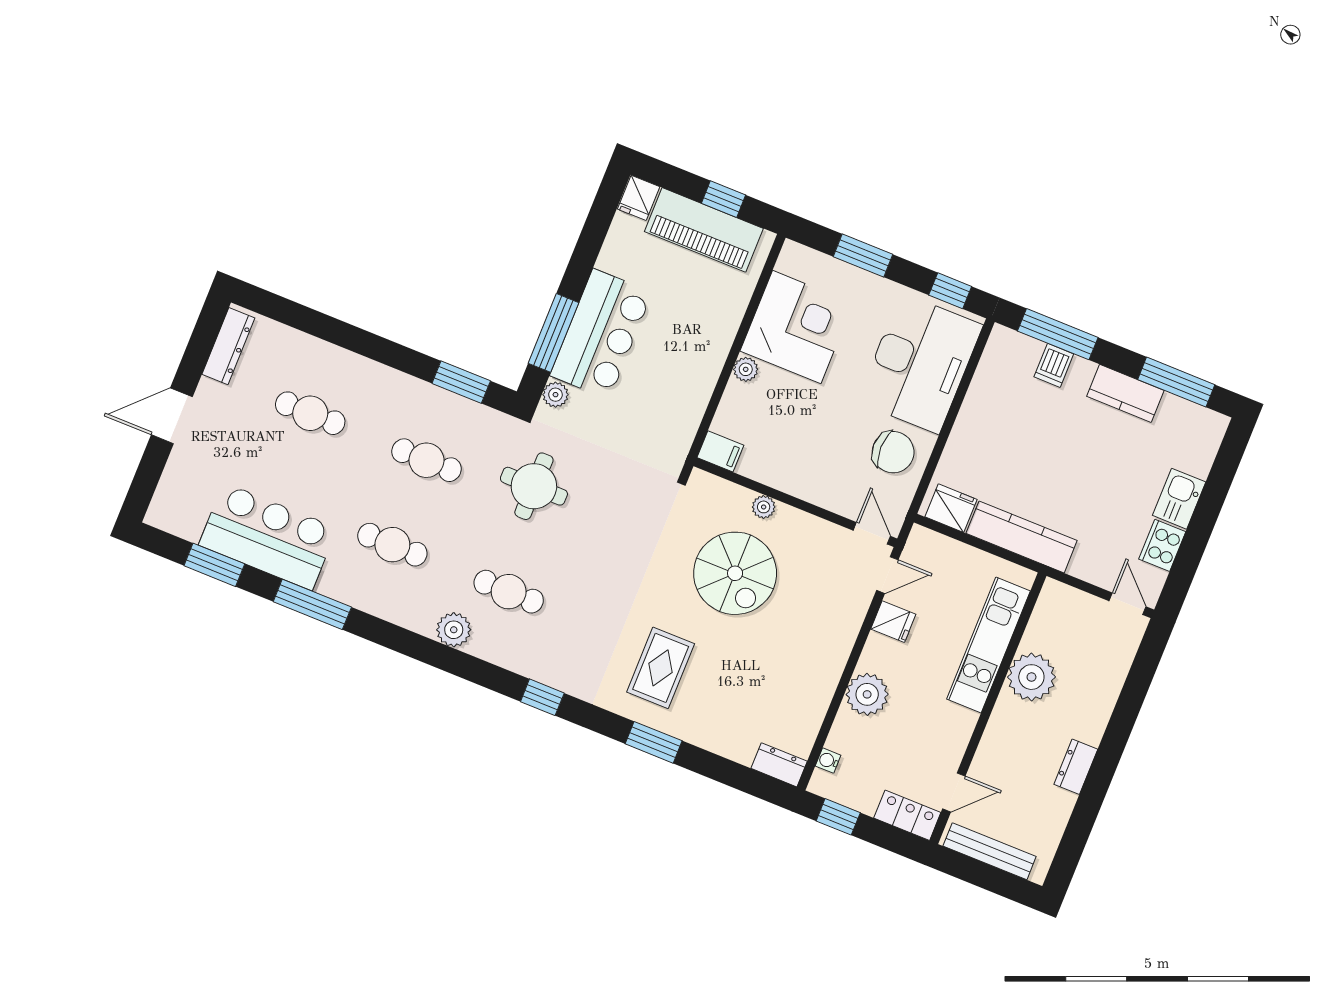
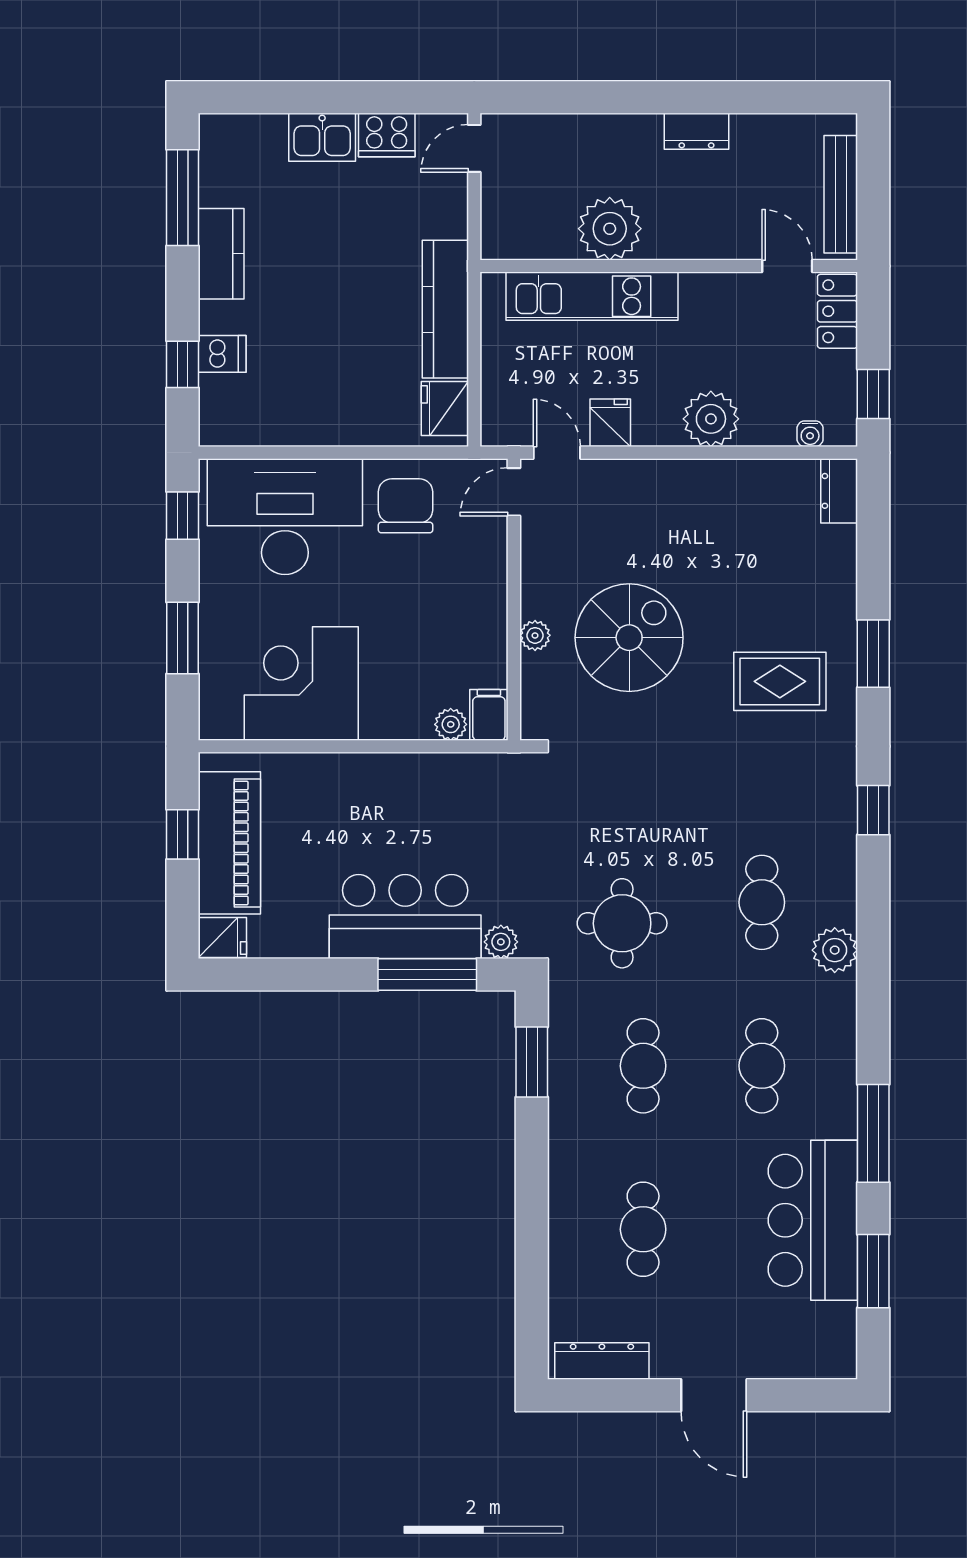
window: (1058, 334) -> (183, 364), width x0.46
plant: (746, 369) -> (451, 724), moved

